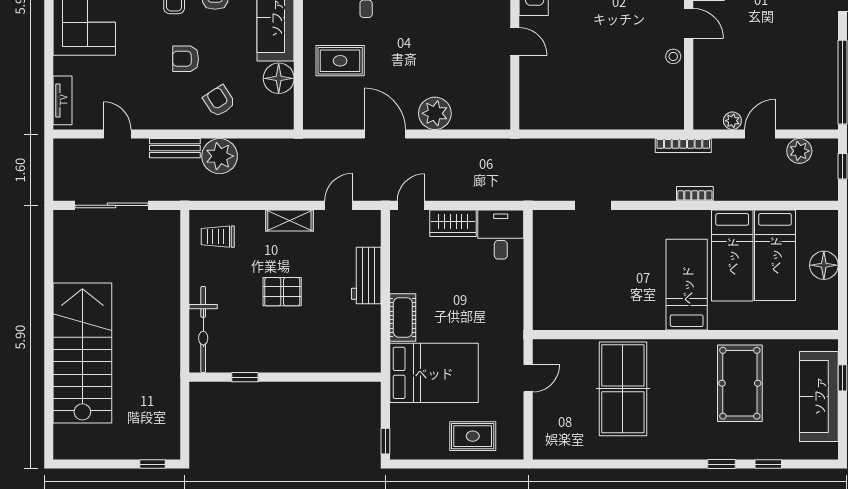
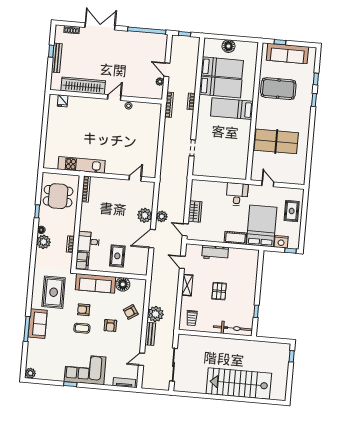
door: (515, 41) -> (135, 178), moved
plant: (799, 151) -> (162, 216), moved
desk: (501, 235) -> (237, 194), moved, turned 90
nightstand: (403, 419) -> (281, 242), added

